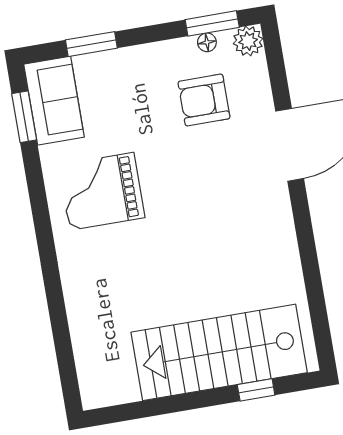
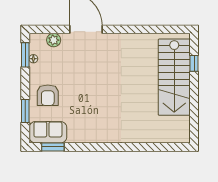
plant: (248, 41) -> (54, 40), moved
armchair: (204, 100) -> (48, 95), moved
grand piano: (102, 191) -> (92, 118), removed

